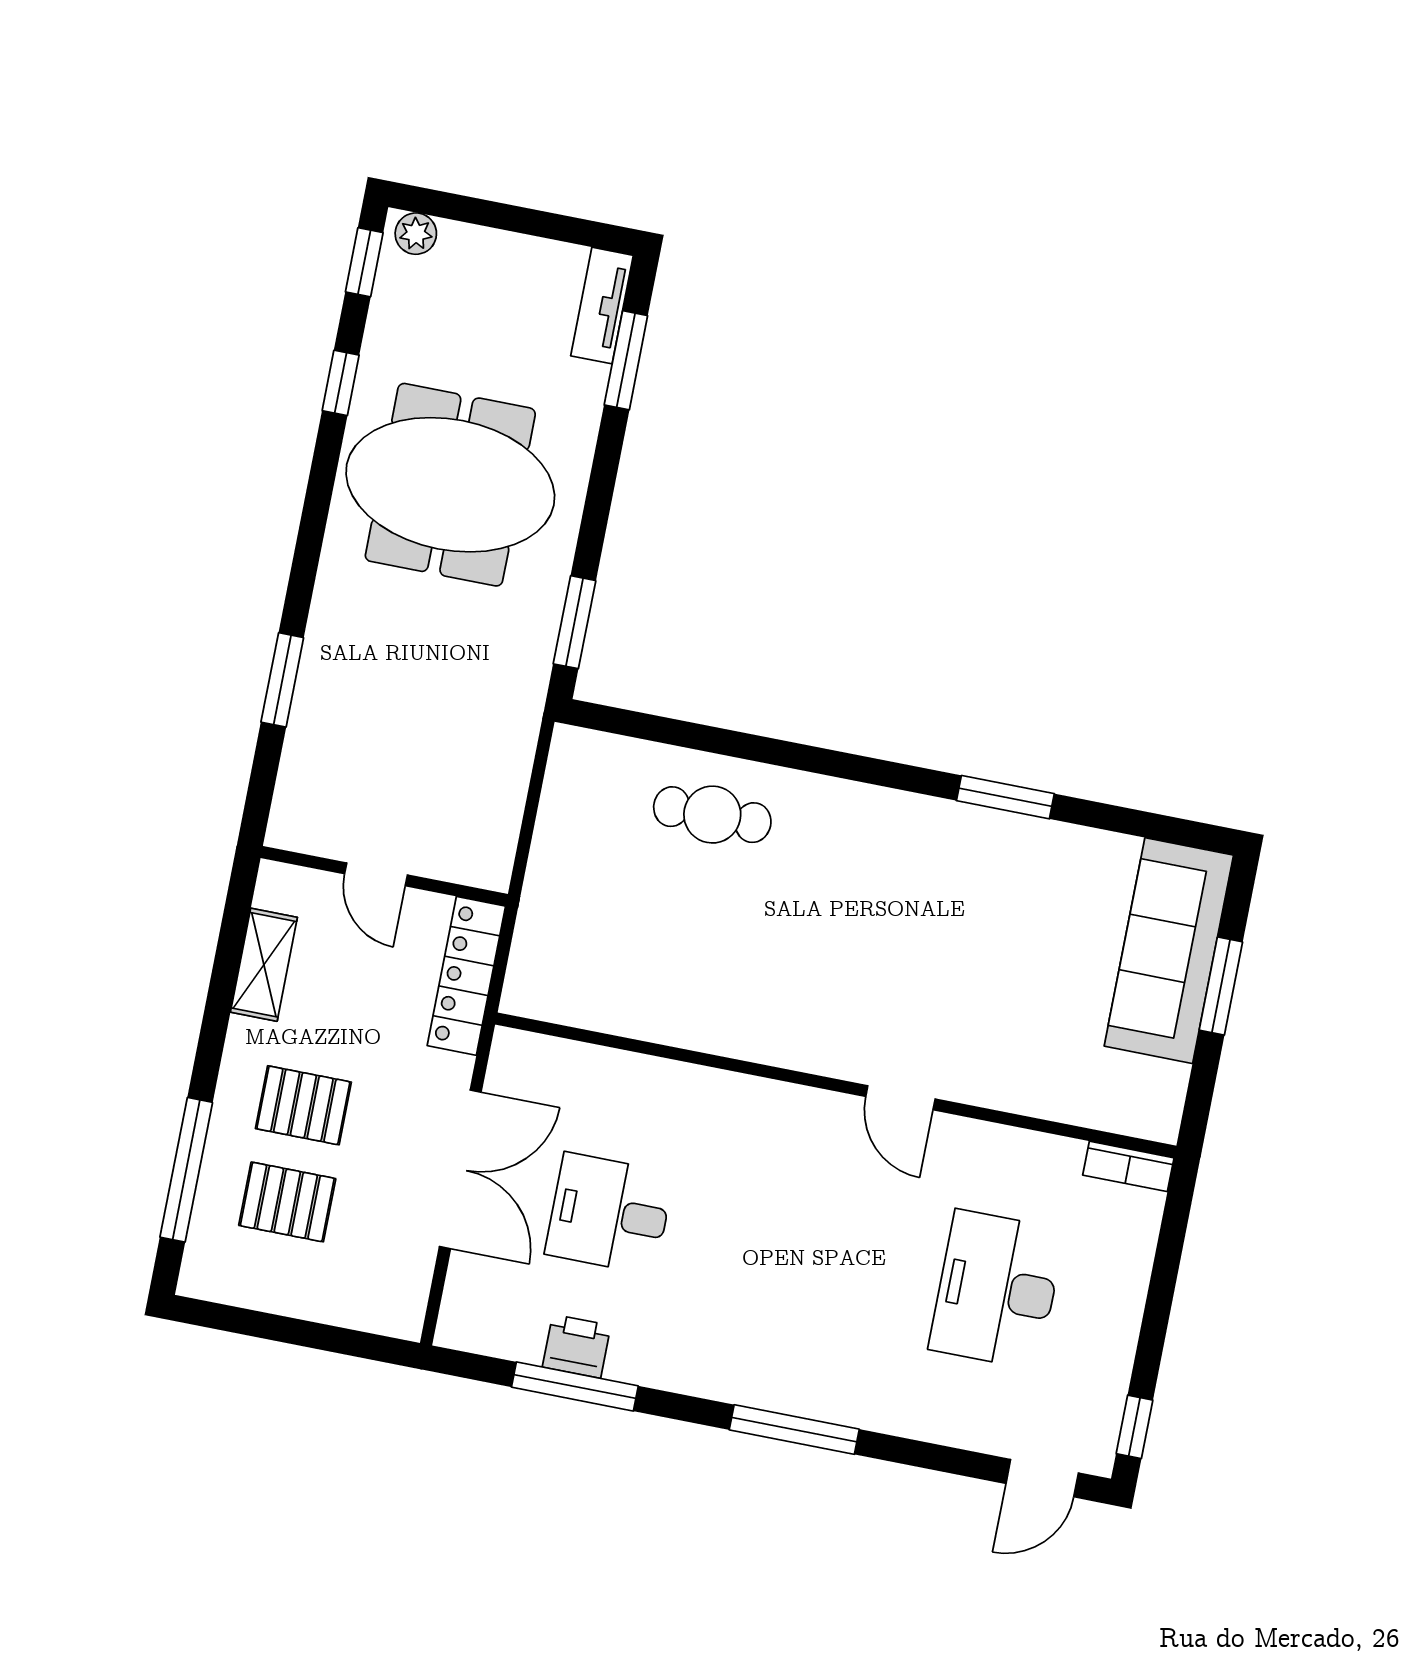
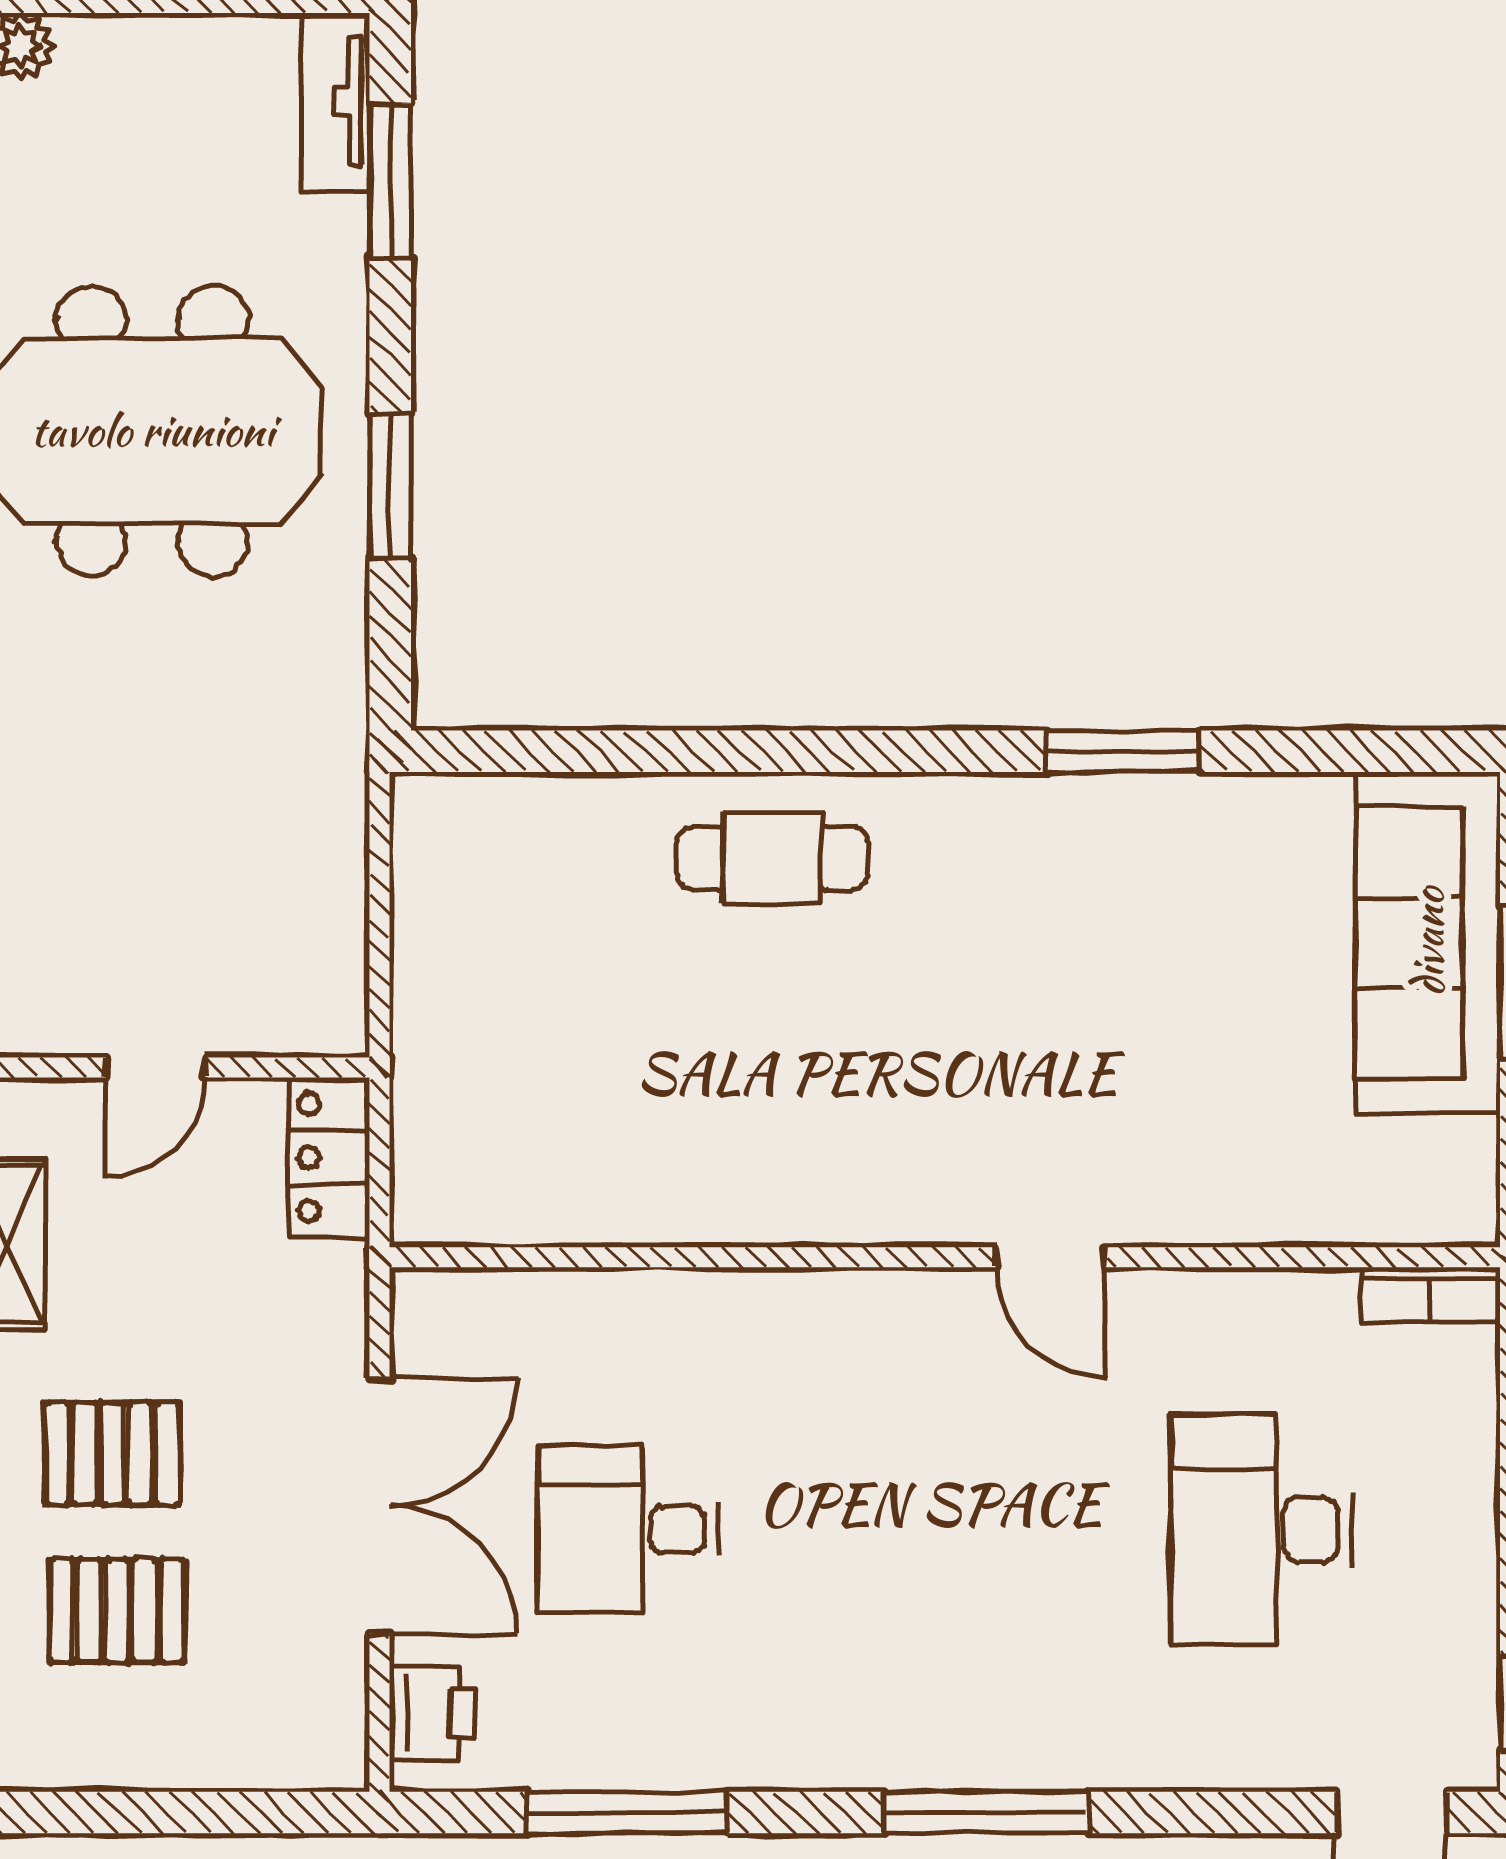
window: (575, 622) -> (390, 486), moved
cafe table: (712, 815) -> (772, 858), moved
door: (376, 874) -> (155, 1067), hinge flipped
locker: (466, 976) -> (329, 1157), width x0.66
printer: (577, 1346) -> (433, 1713), moved, turned 90

